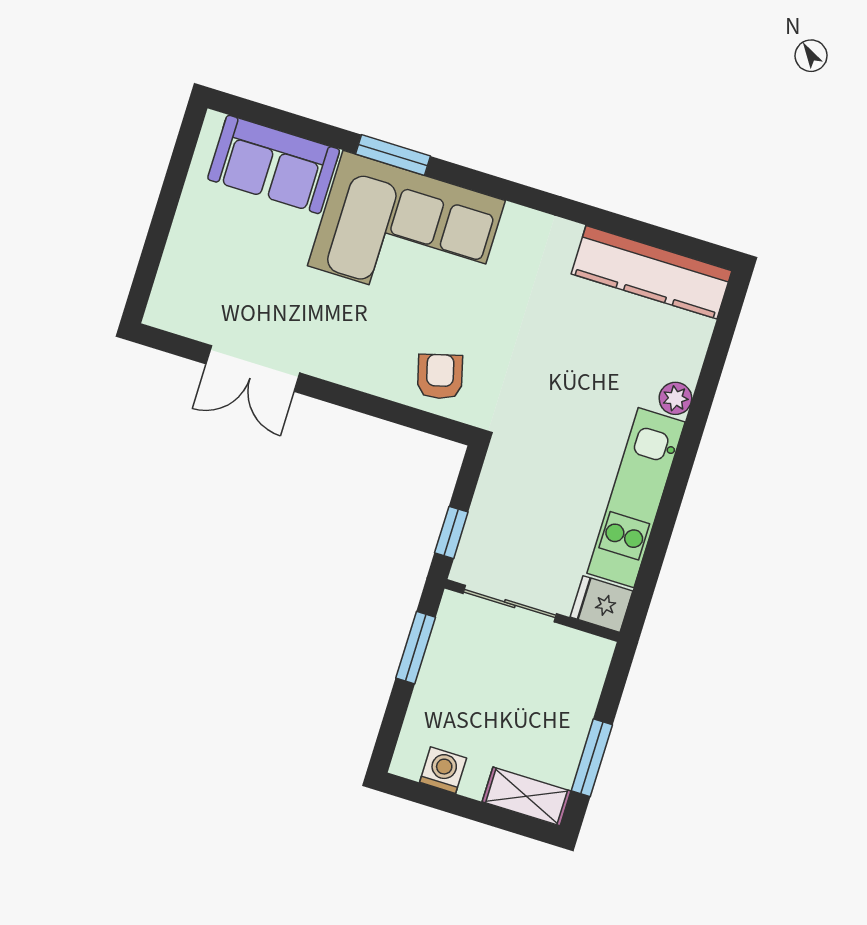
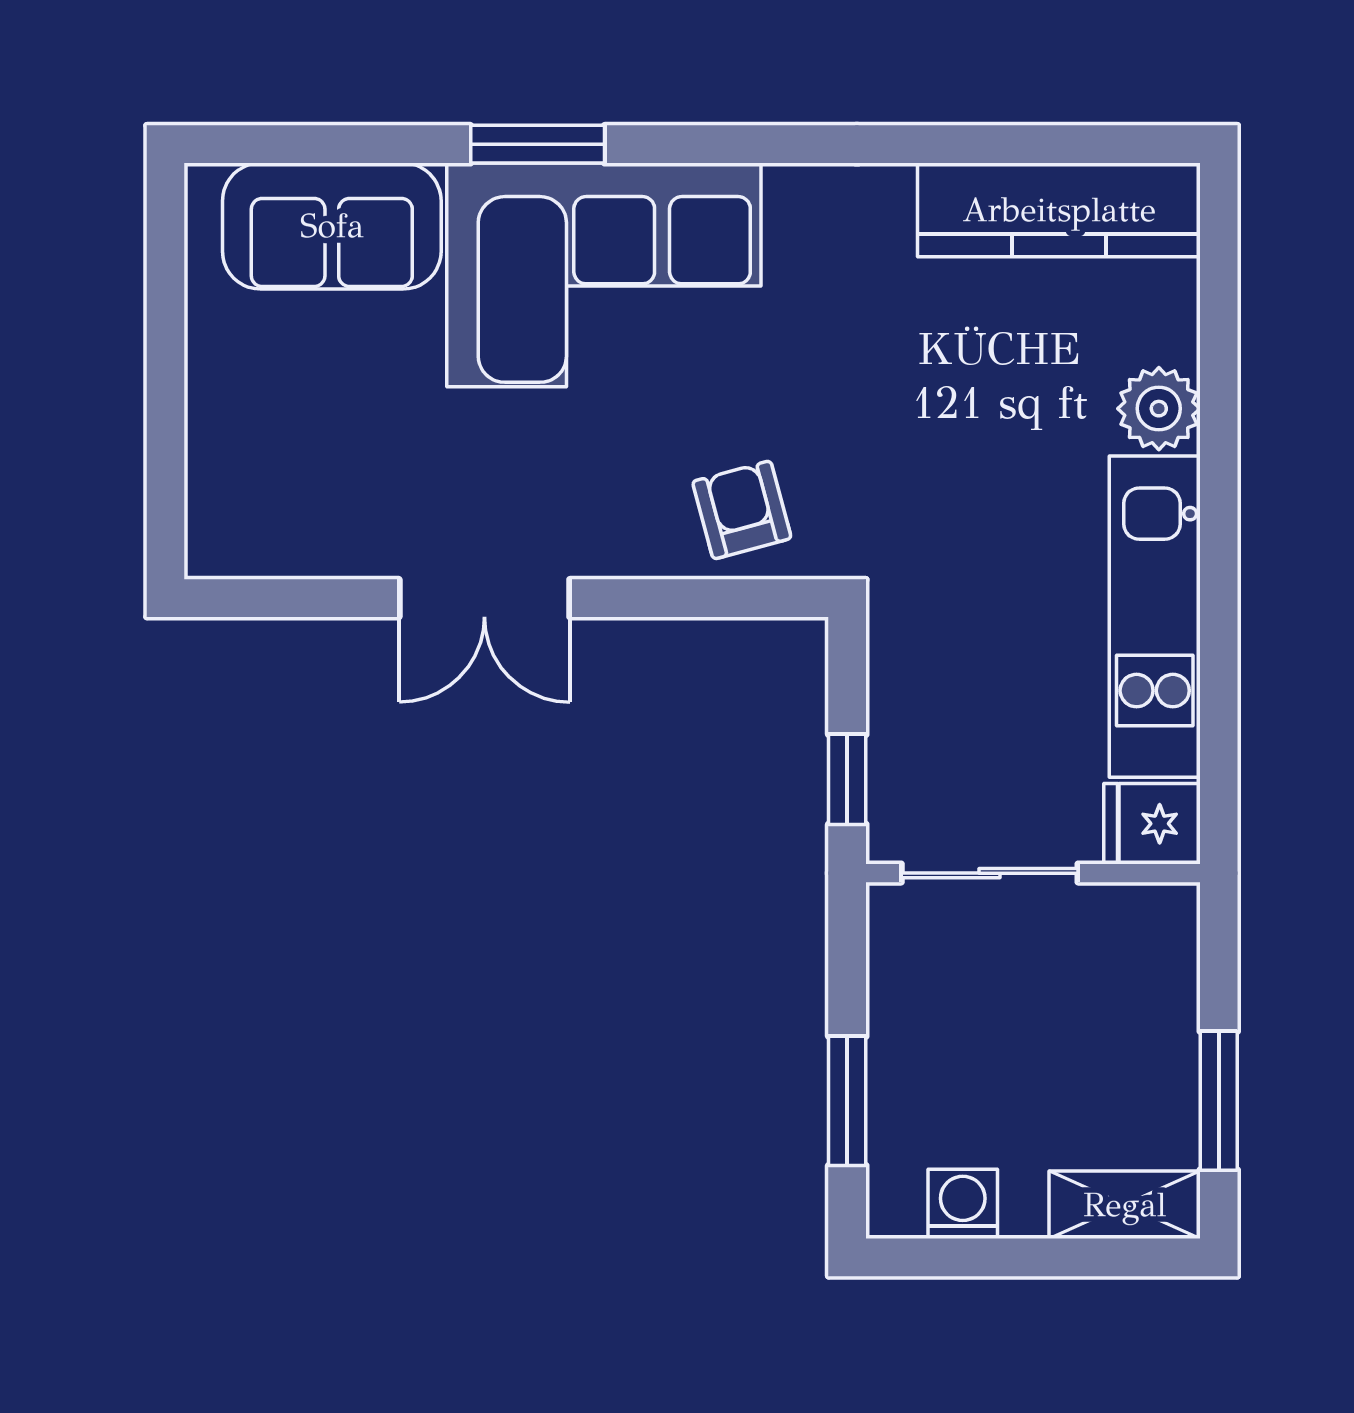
double door: (253, 368) -> (484, 598), moved
plant: (675, 398) -> (1159, 409), width x1.38, depth x1.38
window: (416, 648) -> (847, 1101), moved

